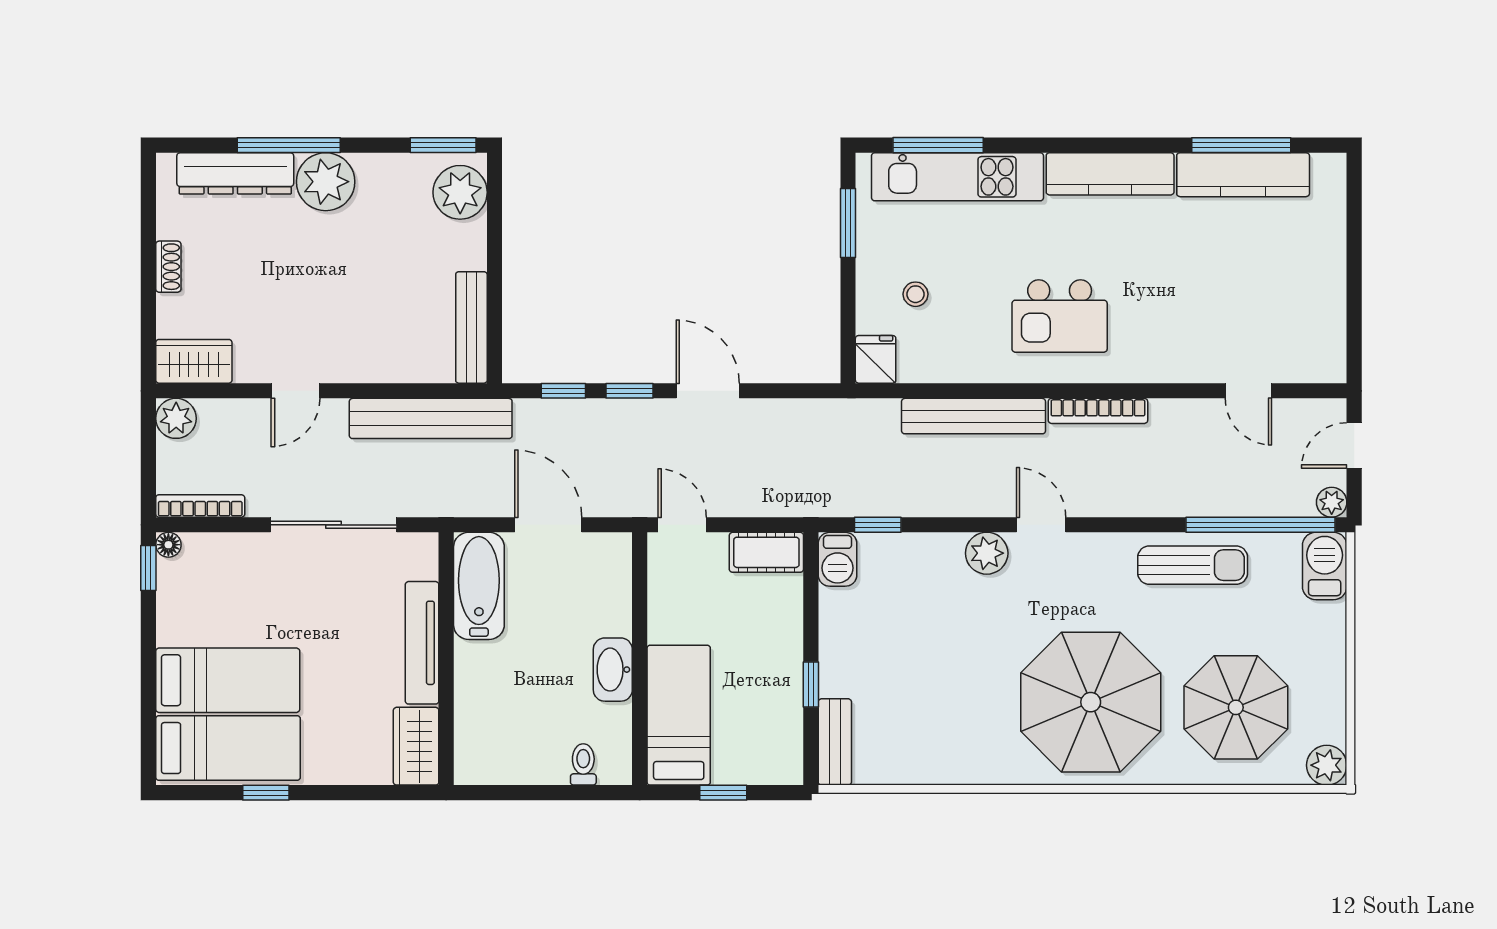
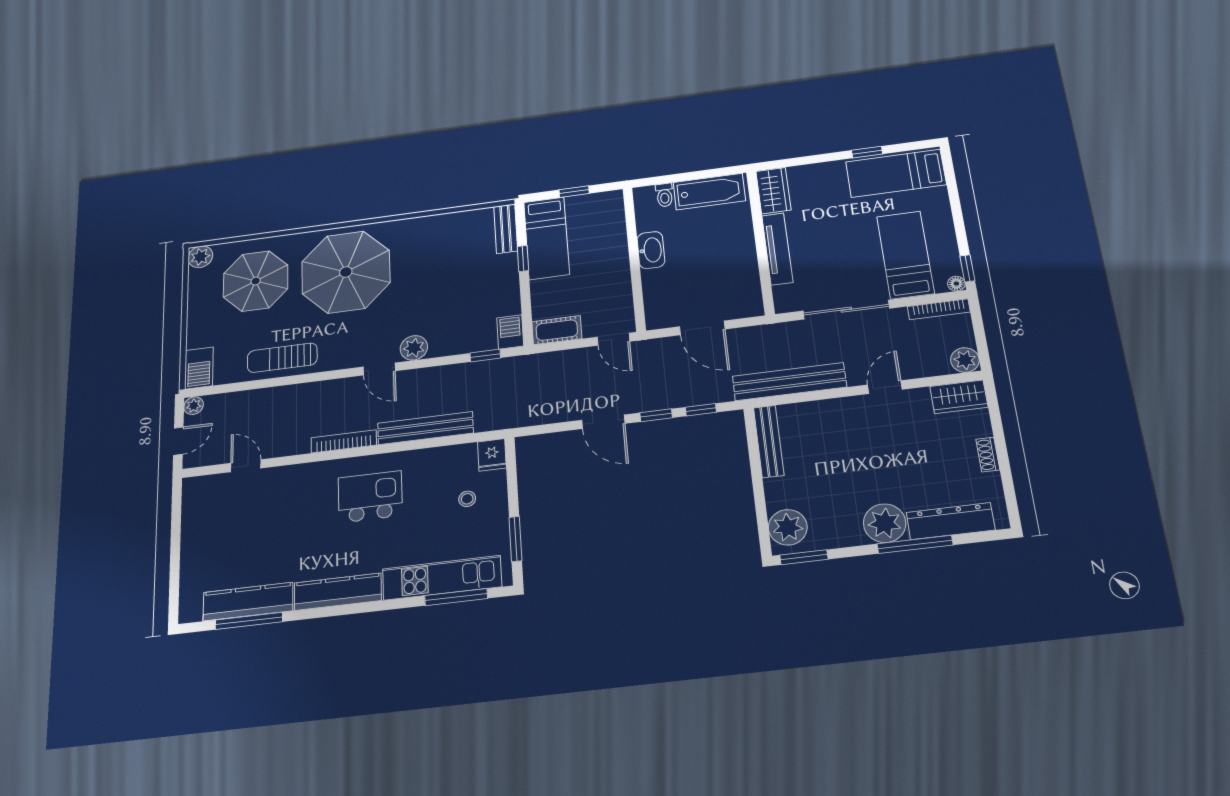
window: (1260, 525) -> (239, 387), removed
bathtub: (479, 586) -> (709, 192), moved, turned -90
bed: (228, 680) -> (905, 255), moved, turned 90
bed: (679, 715) -> (547, 238), moved

